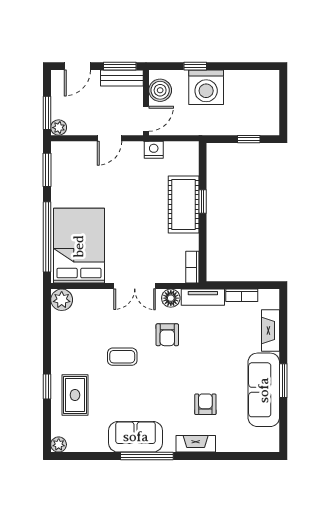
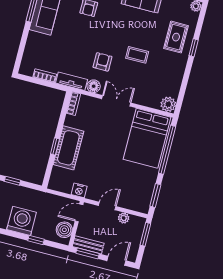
washing machine: (206, 87) -> (22, 221), moved
plant: (59, 128) -> (124, 218), moved
fireplace: (271, 330) -> (31, 47), removed

